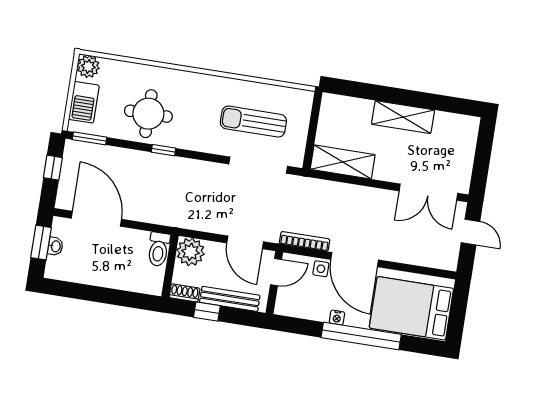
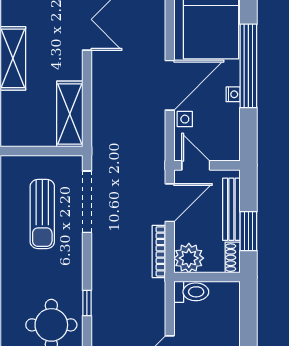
bookcase: (305, 241) -> (159, 251), moved
window: (207, 312) -> (248, 231), width x1.50

